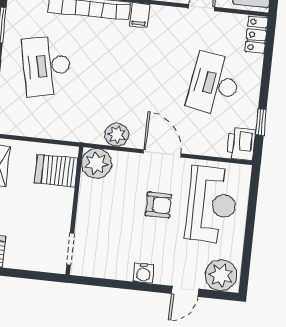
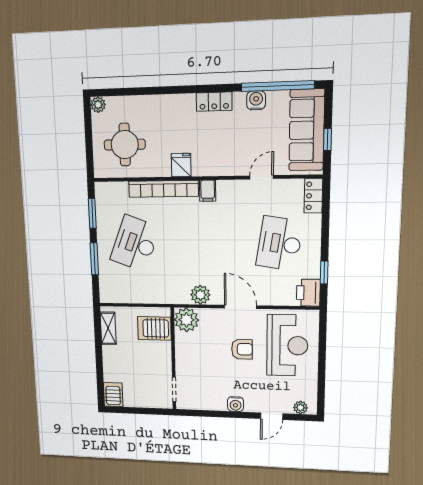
desk: (47, 66) -> (135, 244), turned 33
plant: (221, 275) -> (300, 408), width x0.53, depth x0.53

